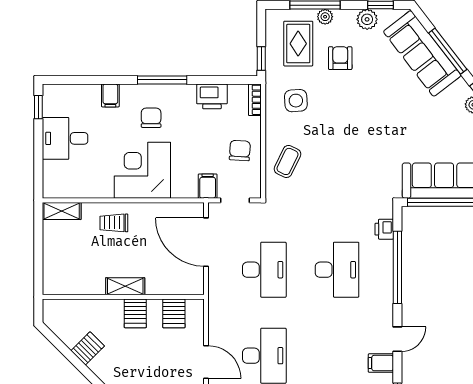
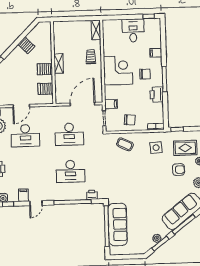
printer: (212, 96) -> (157, 95), moved
door: (397, 339) -> (36, 203), hinge flipped

